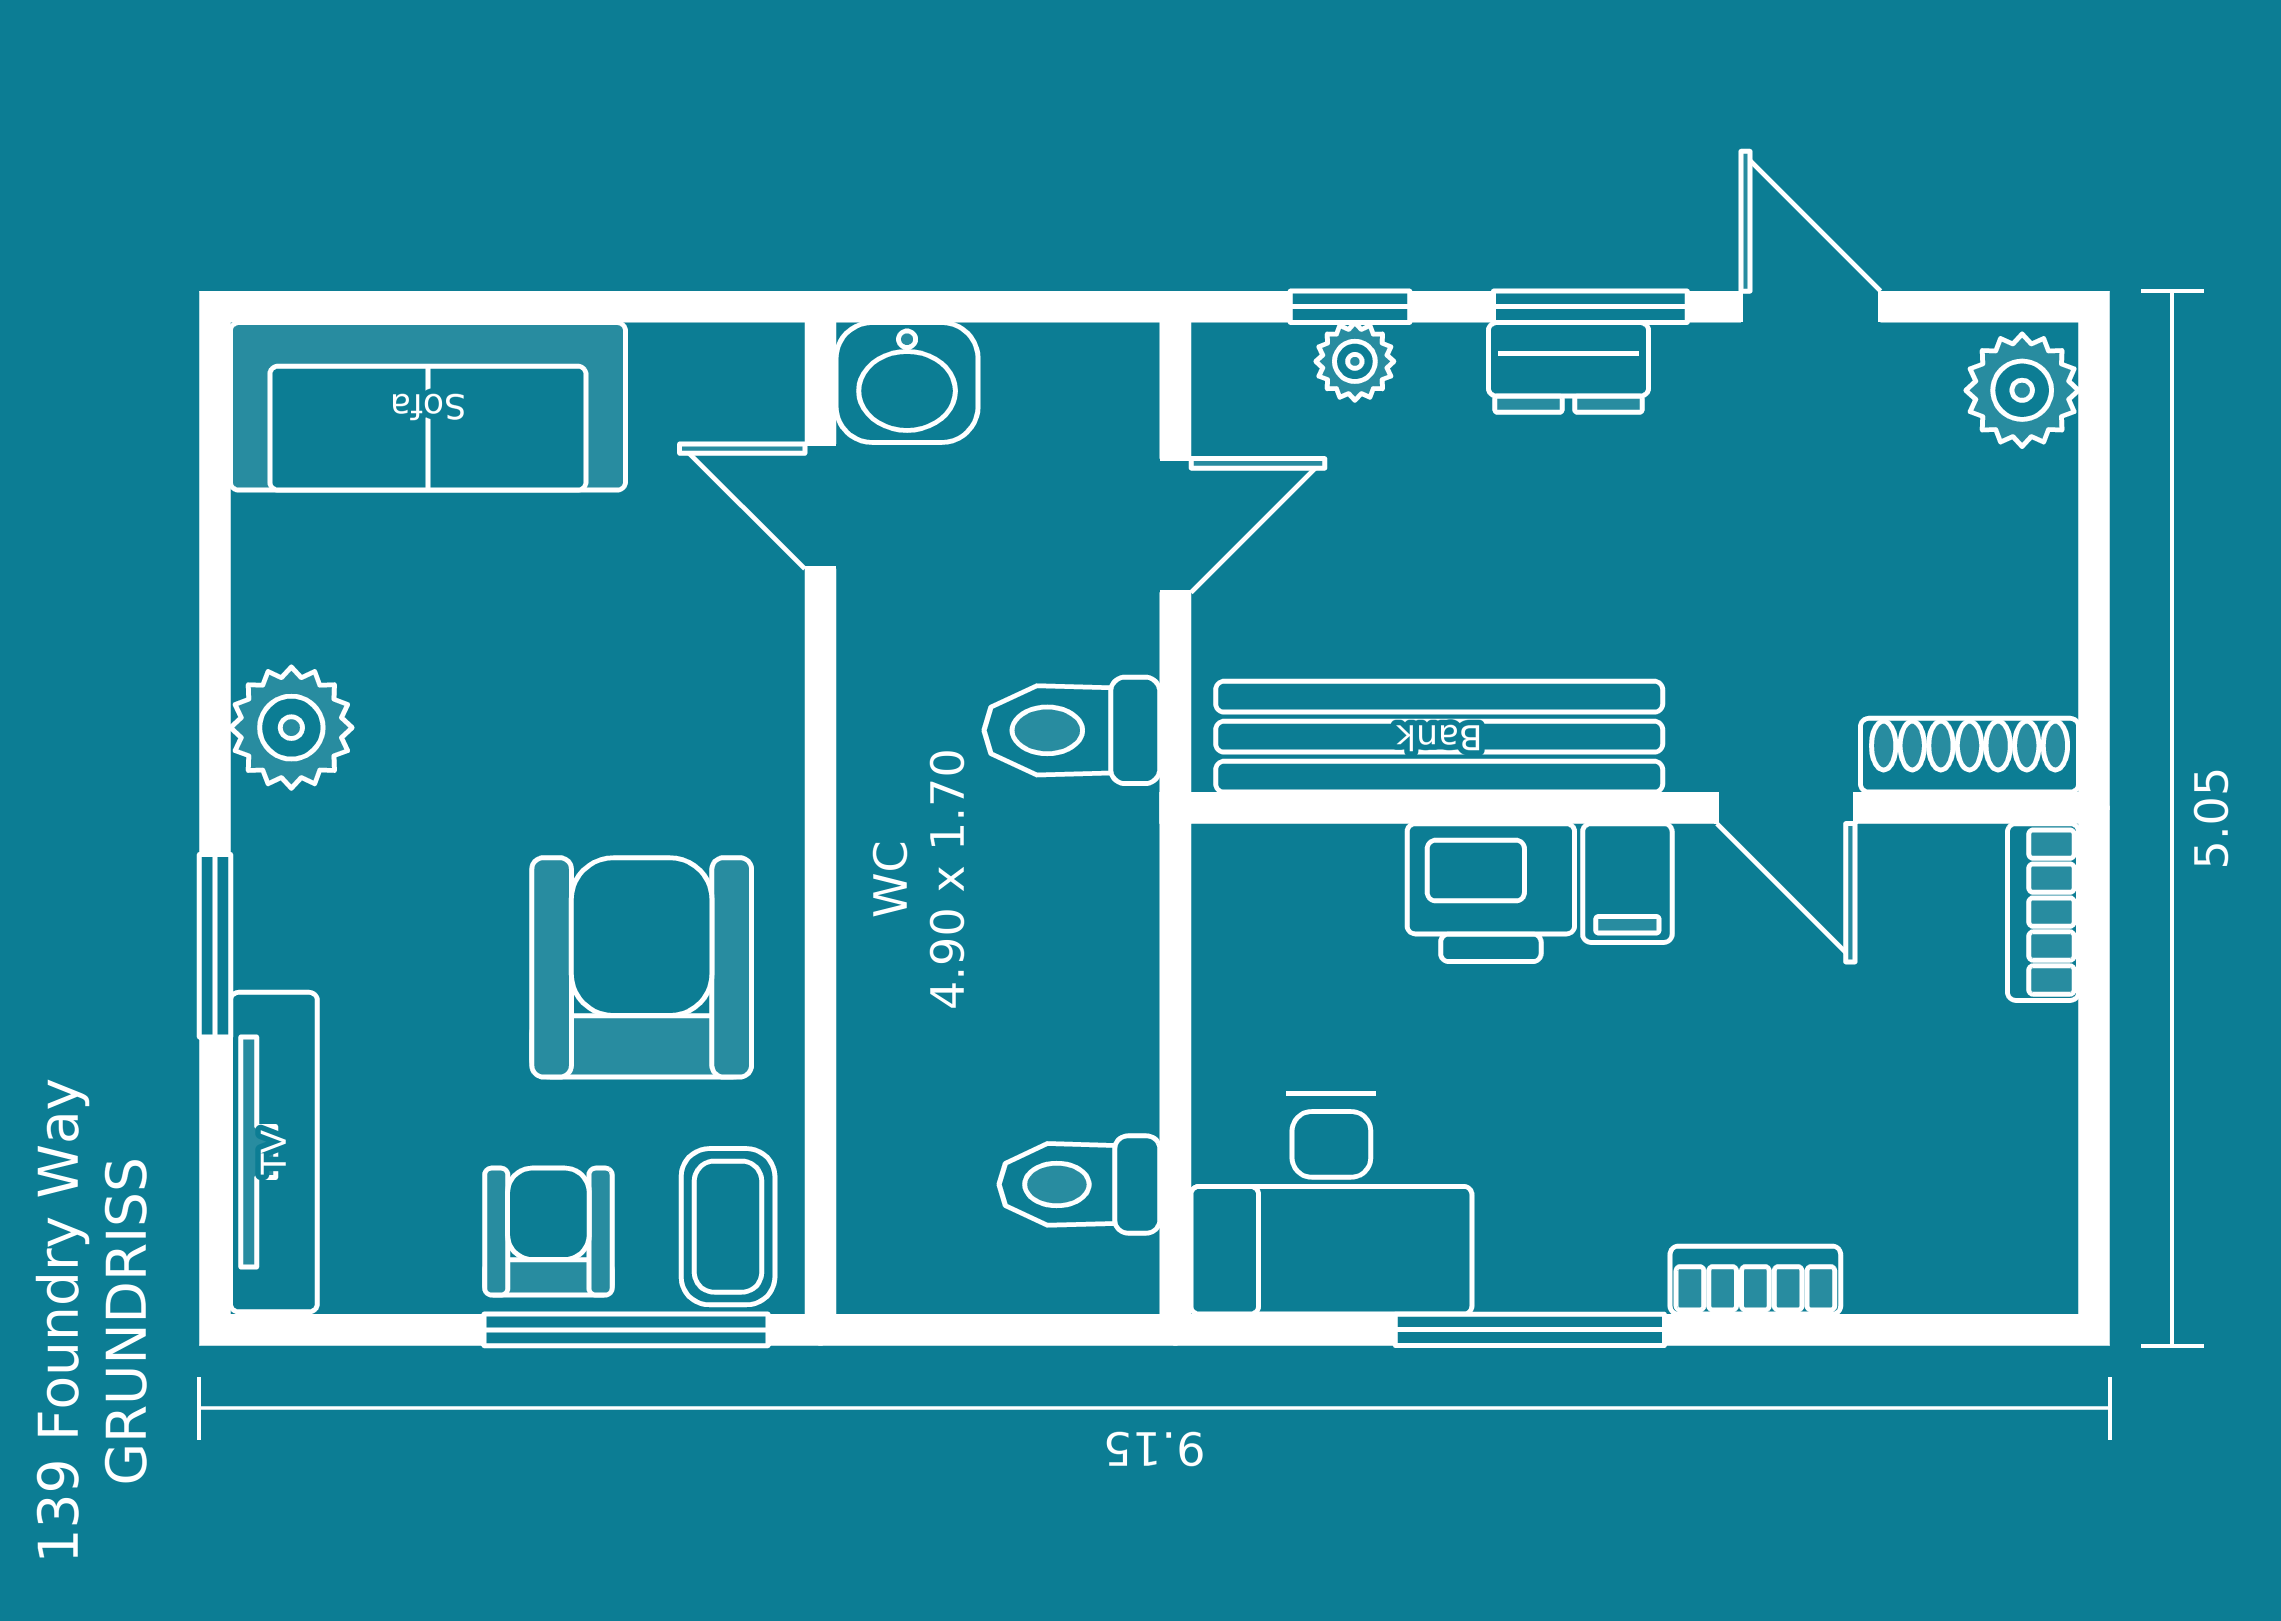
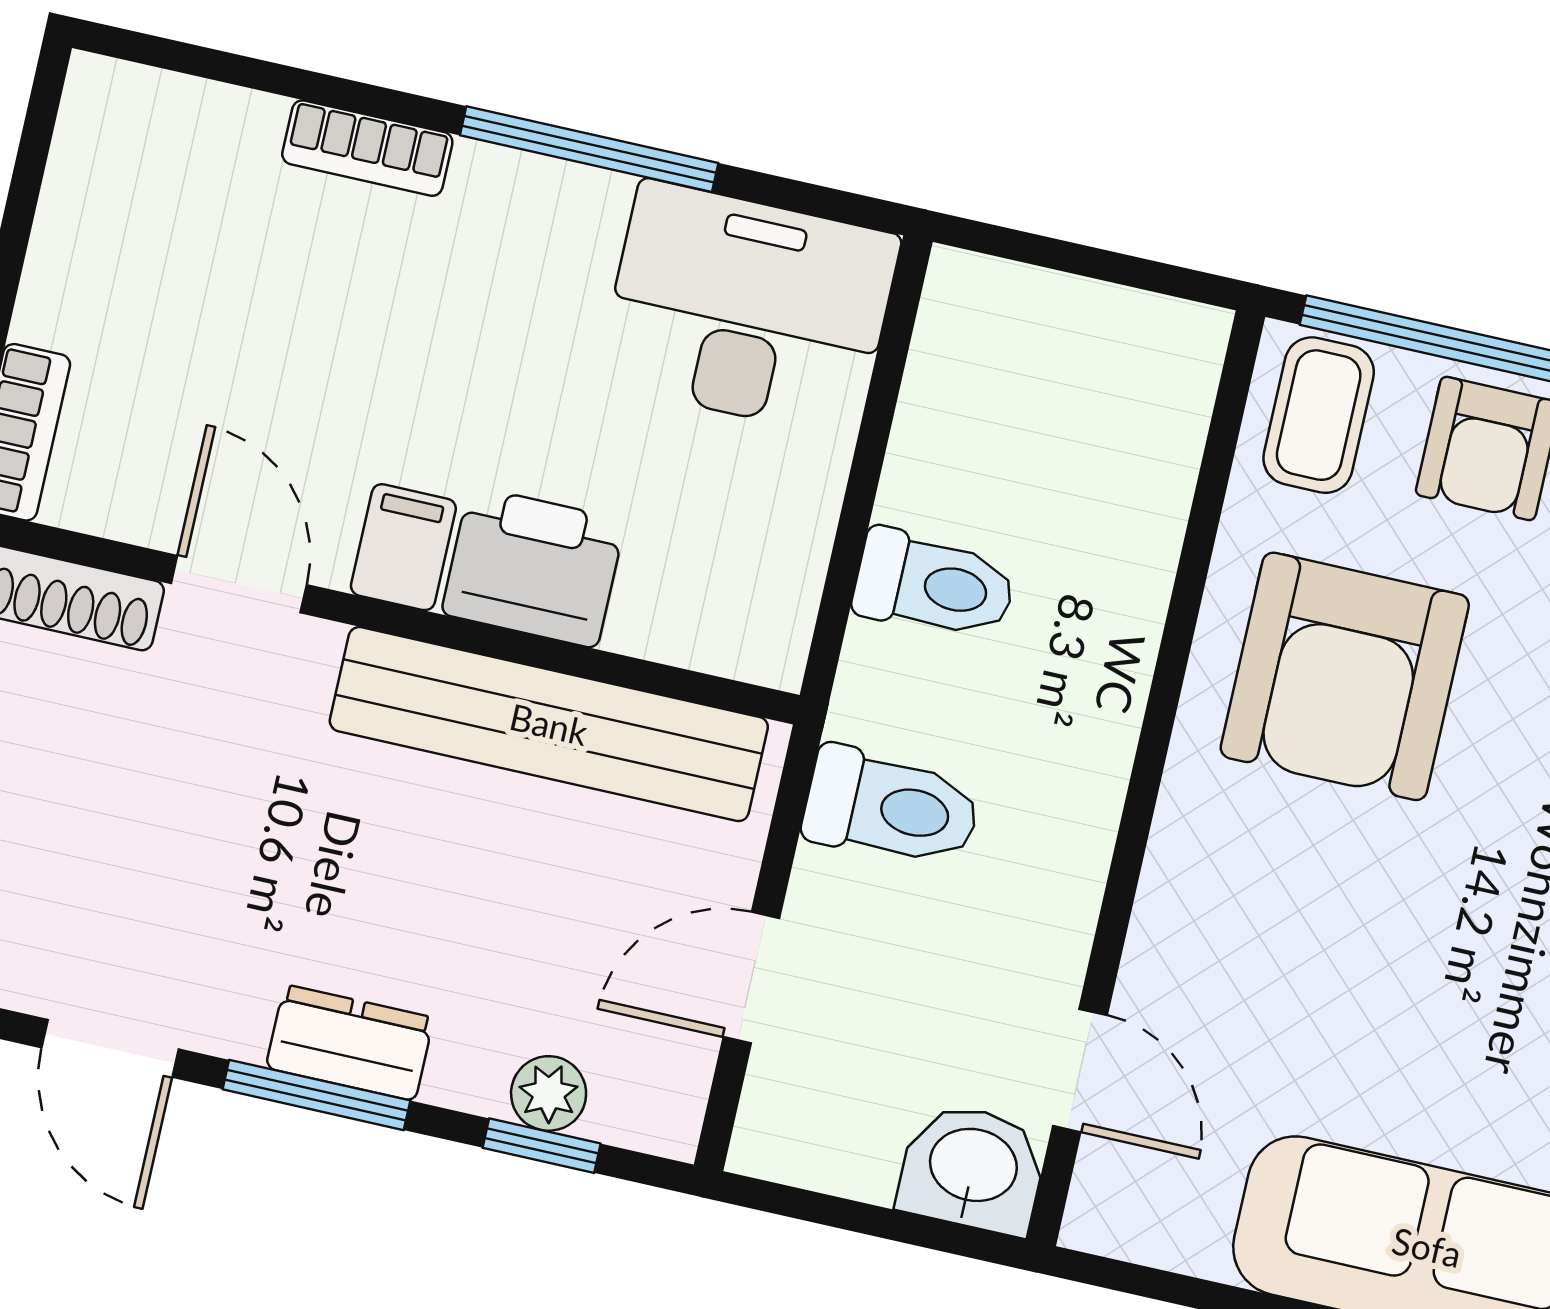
toilet: (1079, 1184) -> (934, 585), moved

